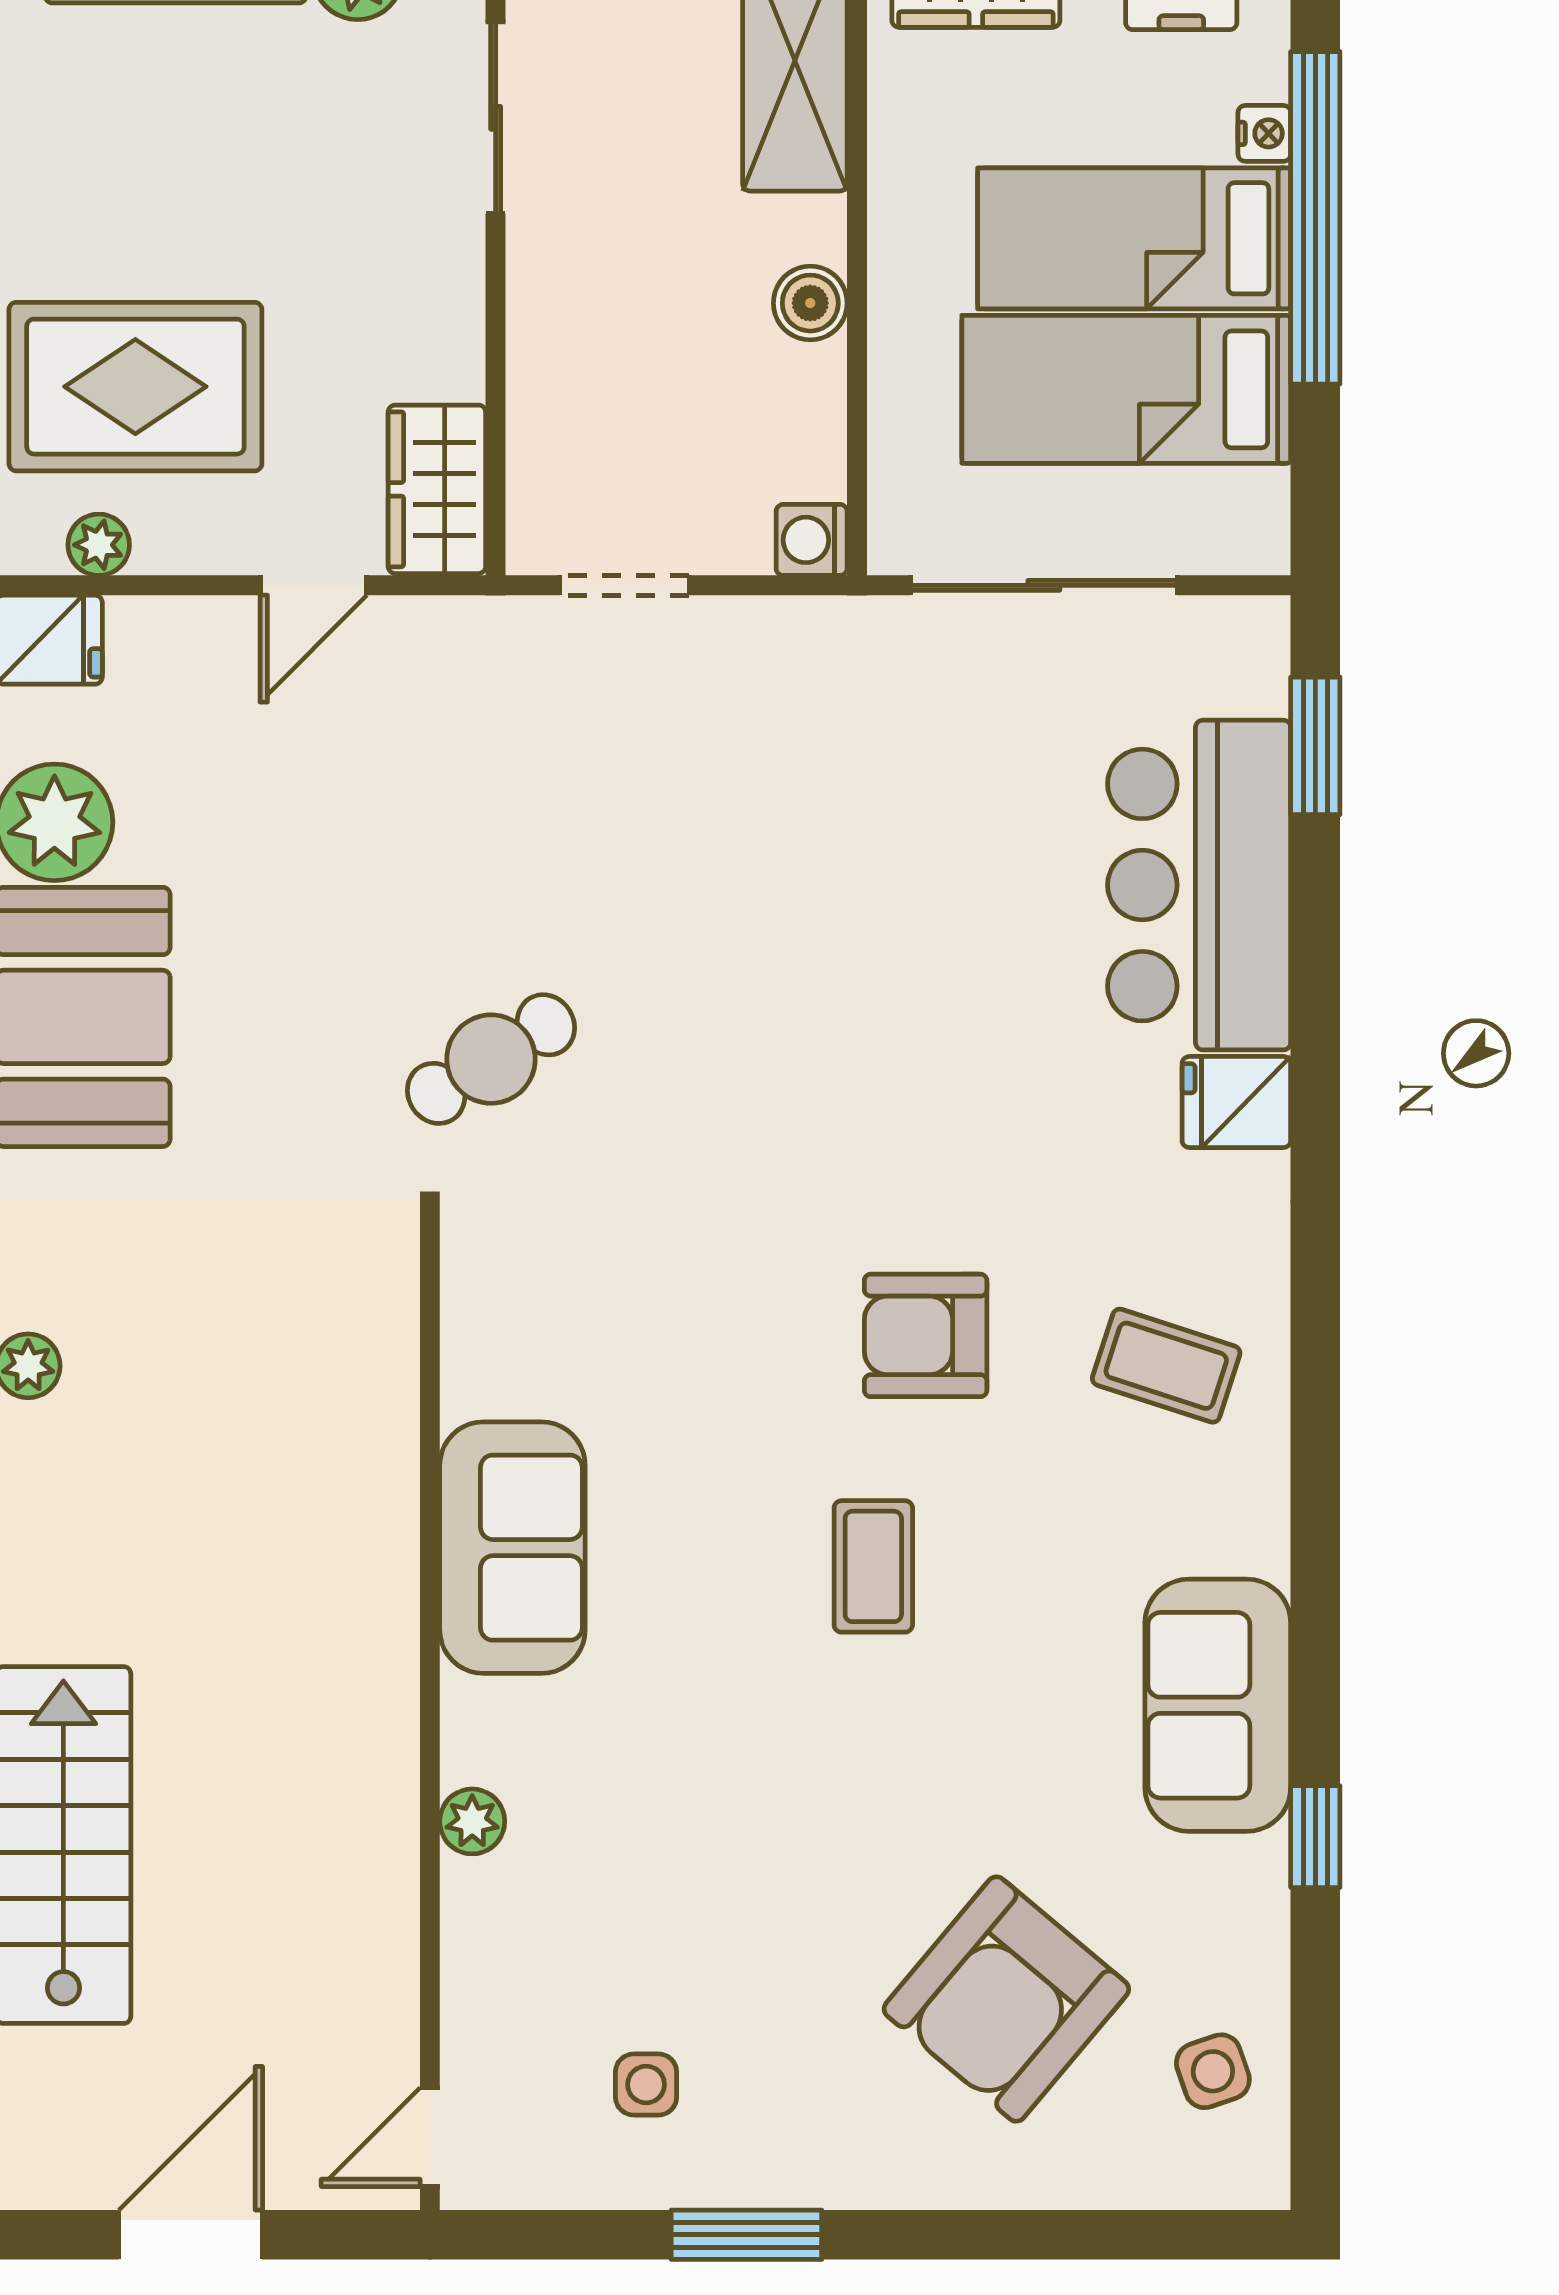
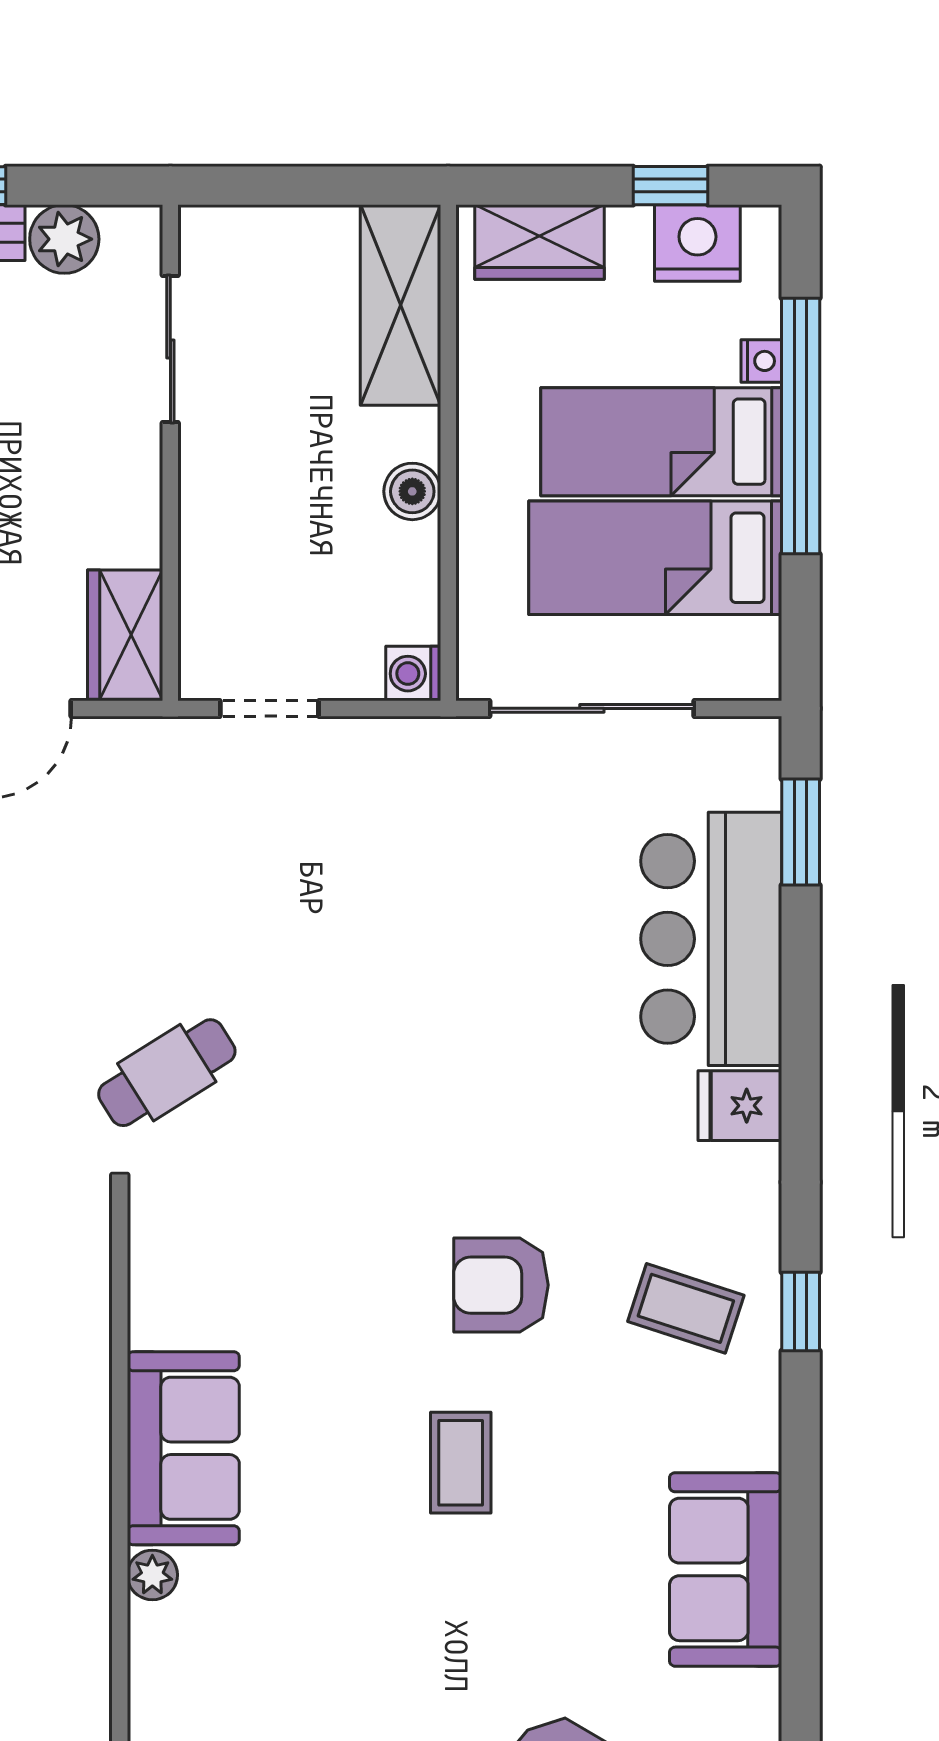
plant: (472, 1821) -> (152, 1575), moved
window: (1315, 1837) -> (801, 1311), moved

